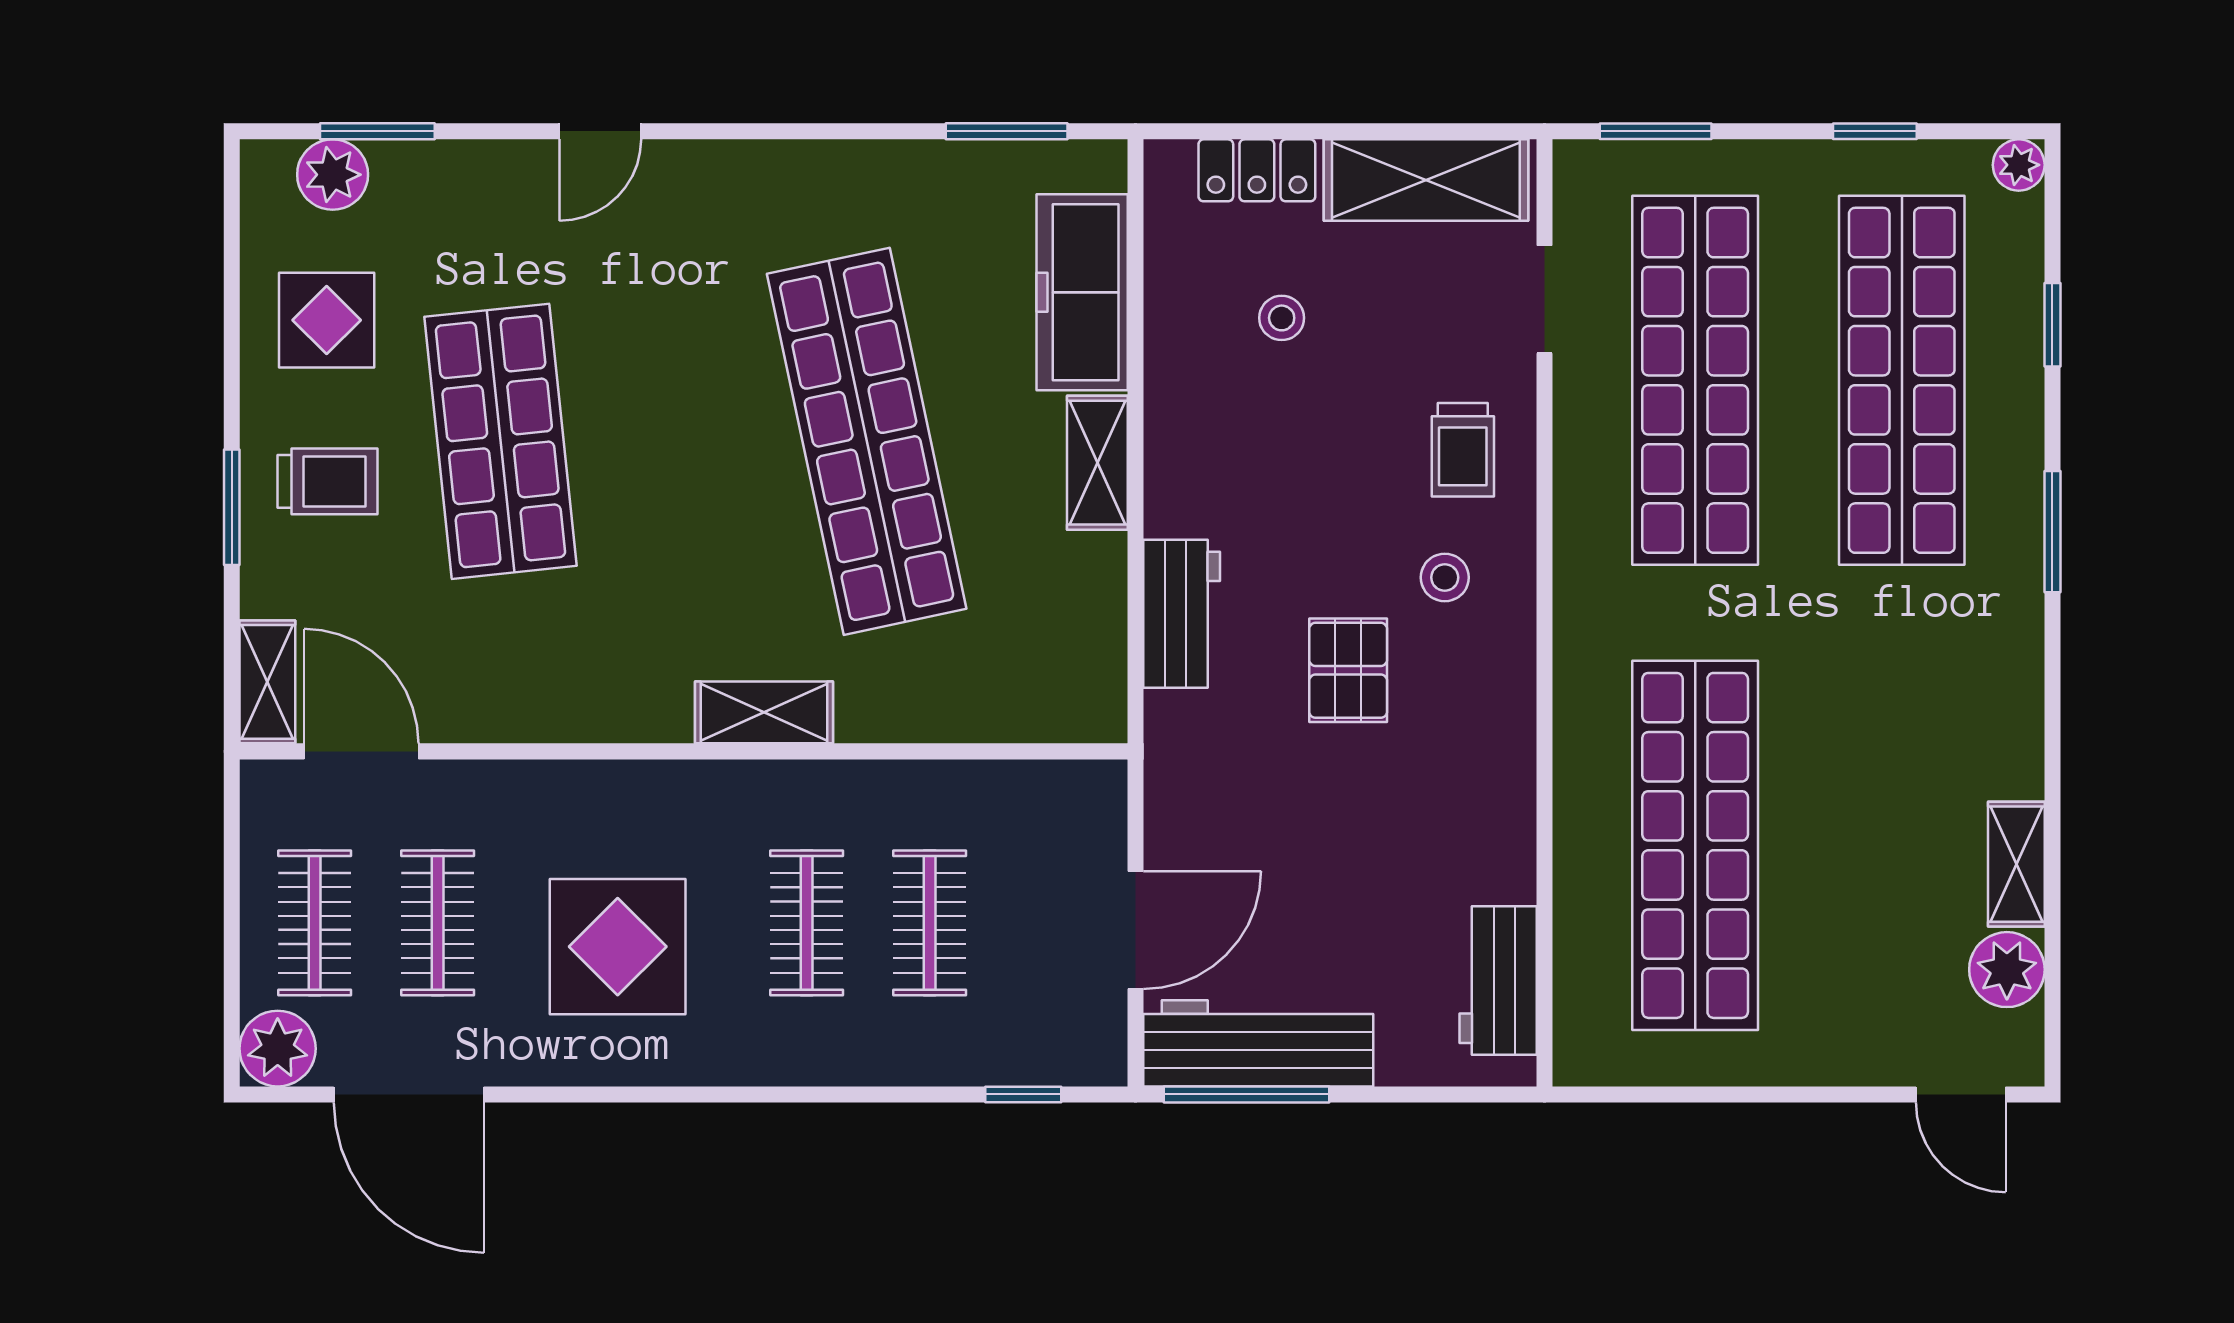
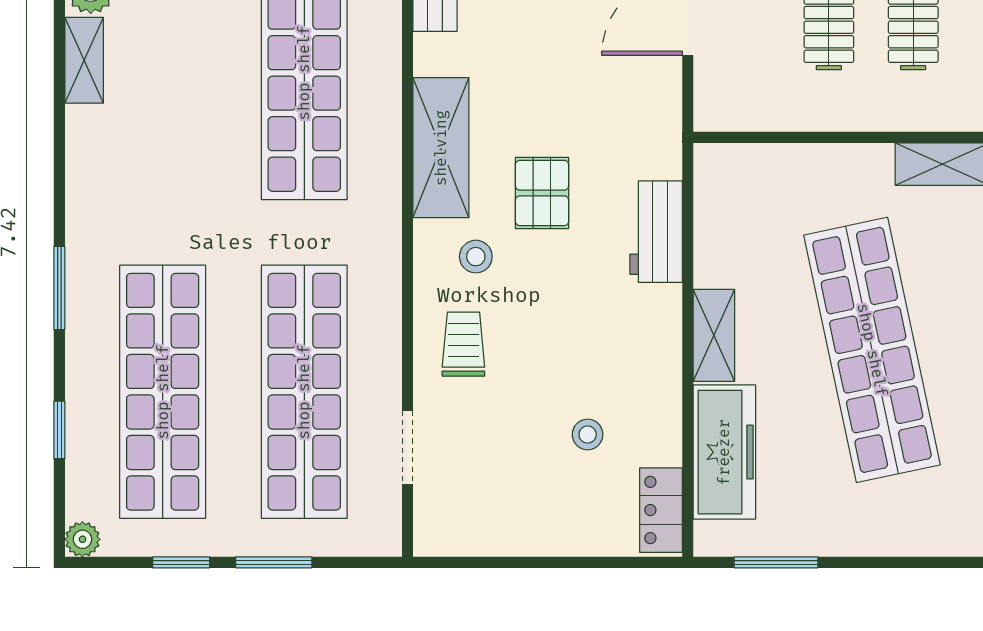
window: (1656, 131) -> (274, 562), moved
locker: (1257, 170) -> (661, 510), moved, turned -90
shelving: (1426, 180) -> (441, 148), moved, turned 90

